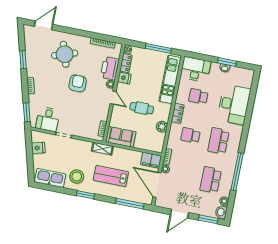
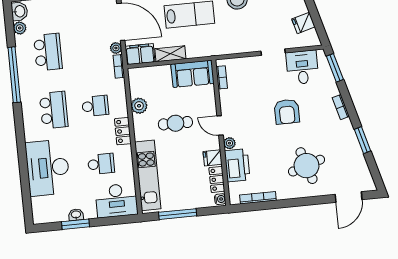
armchair: (78, 83) -> (287, 112), moved
shelving: (102, 149) -> (170, 54), moved

